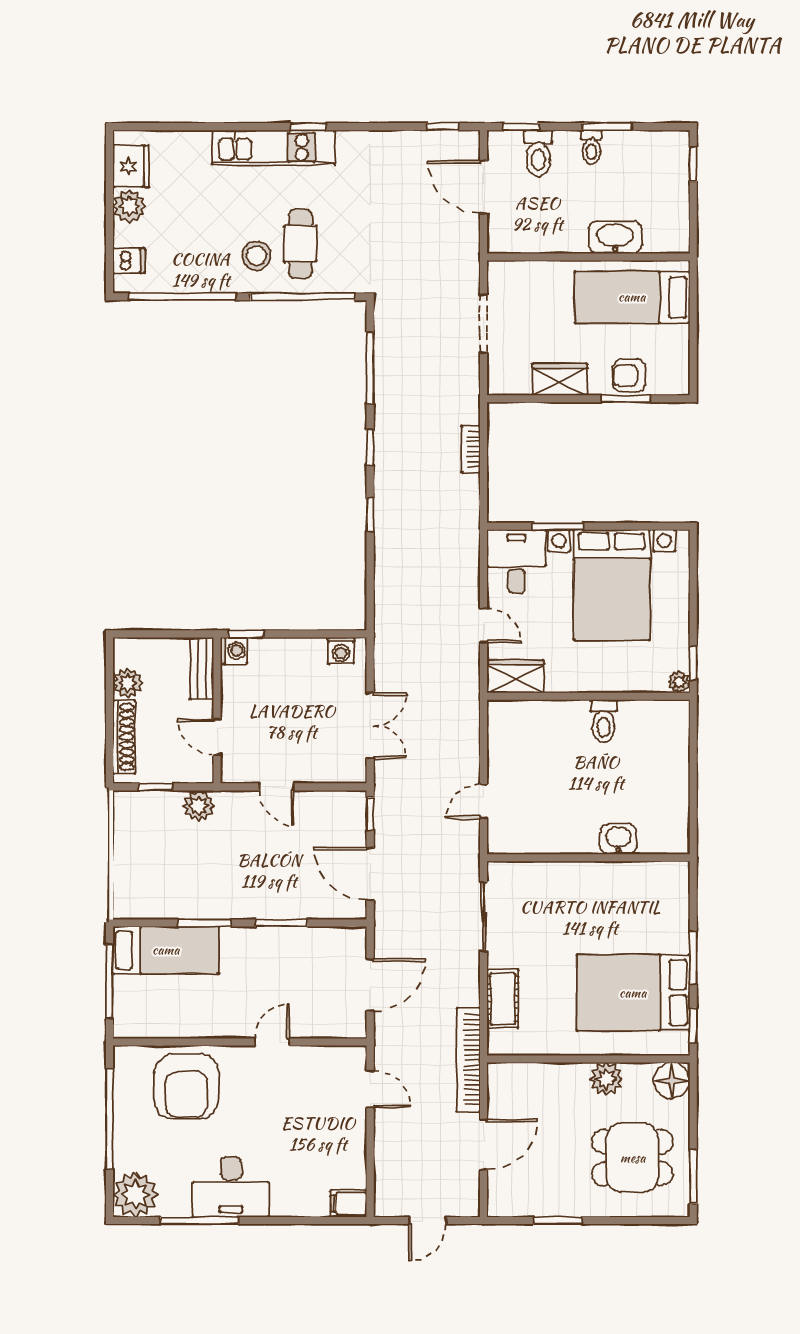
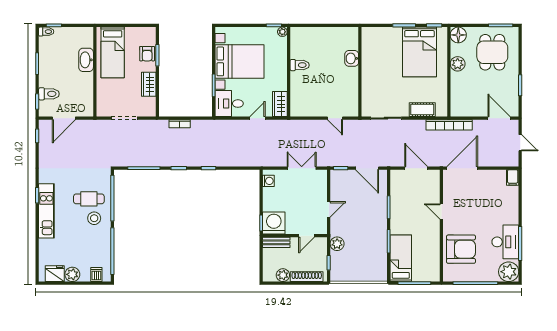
toilet: (591, 147) -> (46, 32), moved
washing machine: (234, 651) -> (274, 223), width x1.89, depth x1.89
door: (370, 874) -> (367, 168), hinge flipped
door: (370, 1089) -> (462, 168), width x1.88
door: (483, 1145) -> (499, 118), moved
desk: (231, 1187) -> (505, 242), moved

